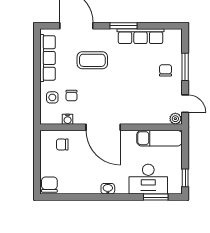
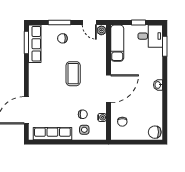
window: (123, 26) -> (26, 43), moved
row of seats: (141, 36) -> (35, 44), moved
coffee table: (92, 60) -> (73, 74), moved
door: (185, 104) -> (89, 23), swing flipped
window: (185, 178) -> (138, 23), moved
desk: (148, 179) -> (150, 36), moved, width x0.73

